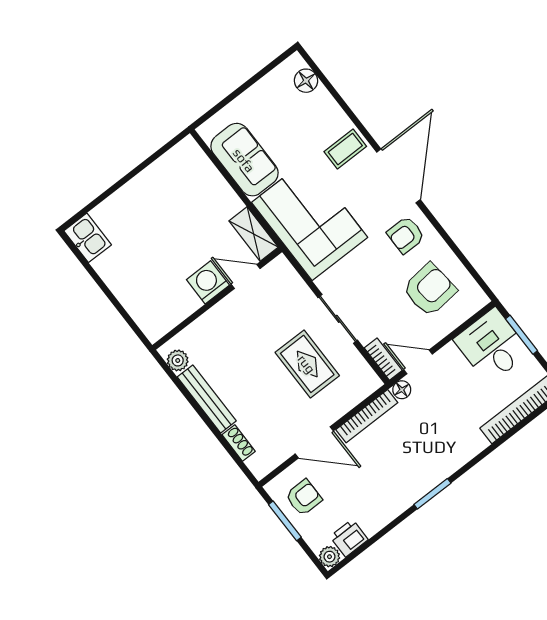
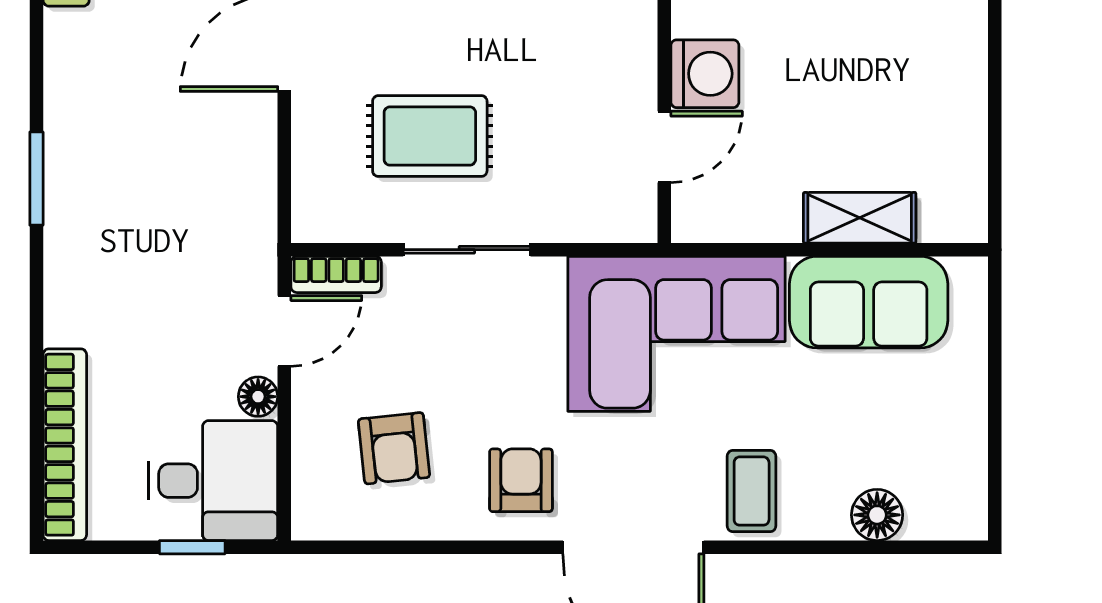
floor lamp: (306, 81) -> (877, 515), moved
shelving: (254, 234) -> (860, 218), moved
armchair: (430, 290) -> (394, 448), width x0.72, depth x0.72
window: (522, 335) -> (192, 547), width x0.67
floor lamp: (402, 390) -> (258, 397), moved
bookcase: (367, 416) -> (259, 169), removed

